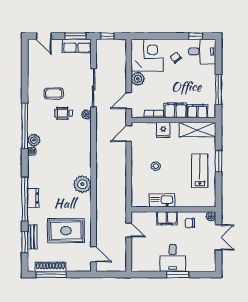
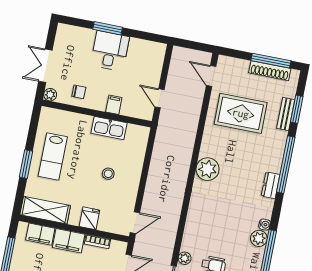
dresser: (33, 198) -> (271, 185), moved
filing cabinet: (167, 218) -> (114, 105), width x0.50

